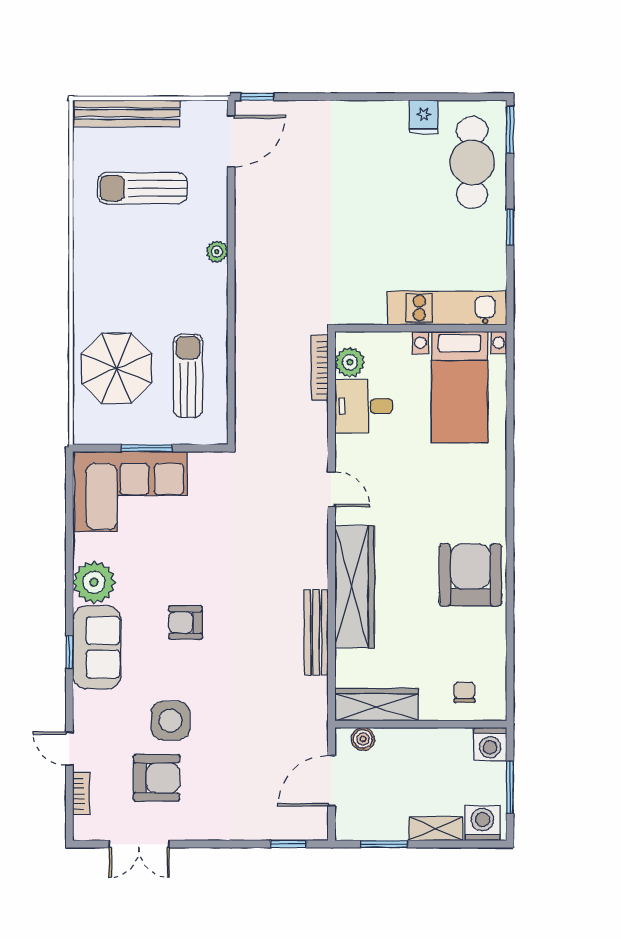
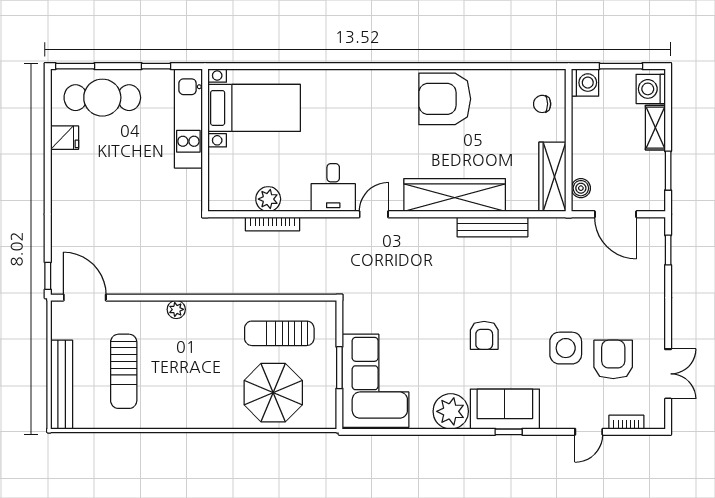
kitchen unit: (447, 308) -> (188, 118), moved
wall: (421, 328) -> (205, 140), moved
bed with nightstands: (460, 387) -> (254, 108), moved
desk: (364, 406) -> (333, 188), moved

